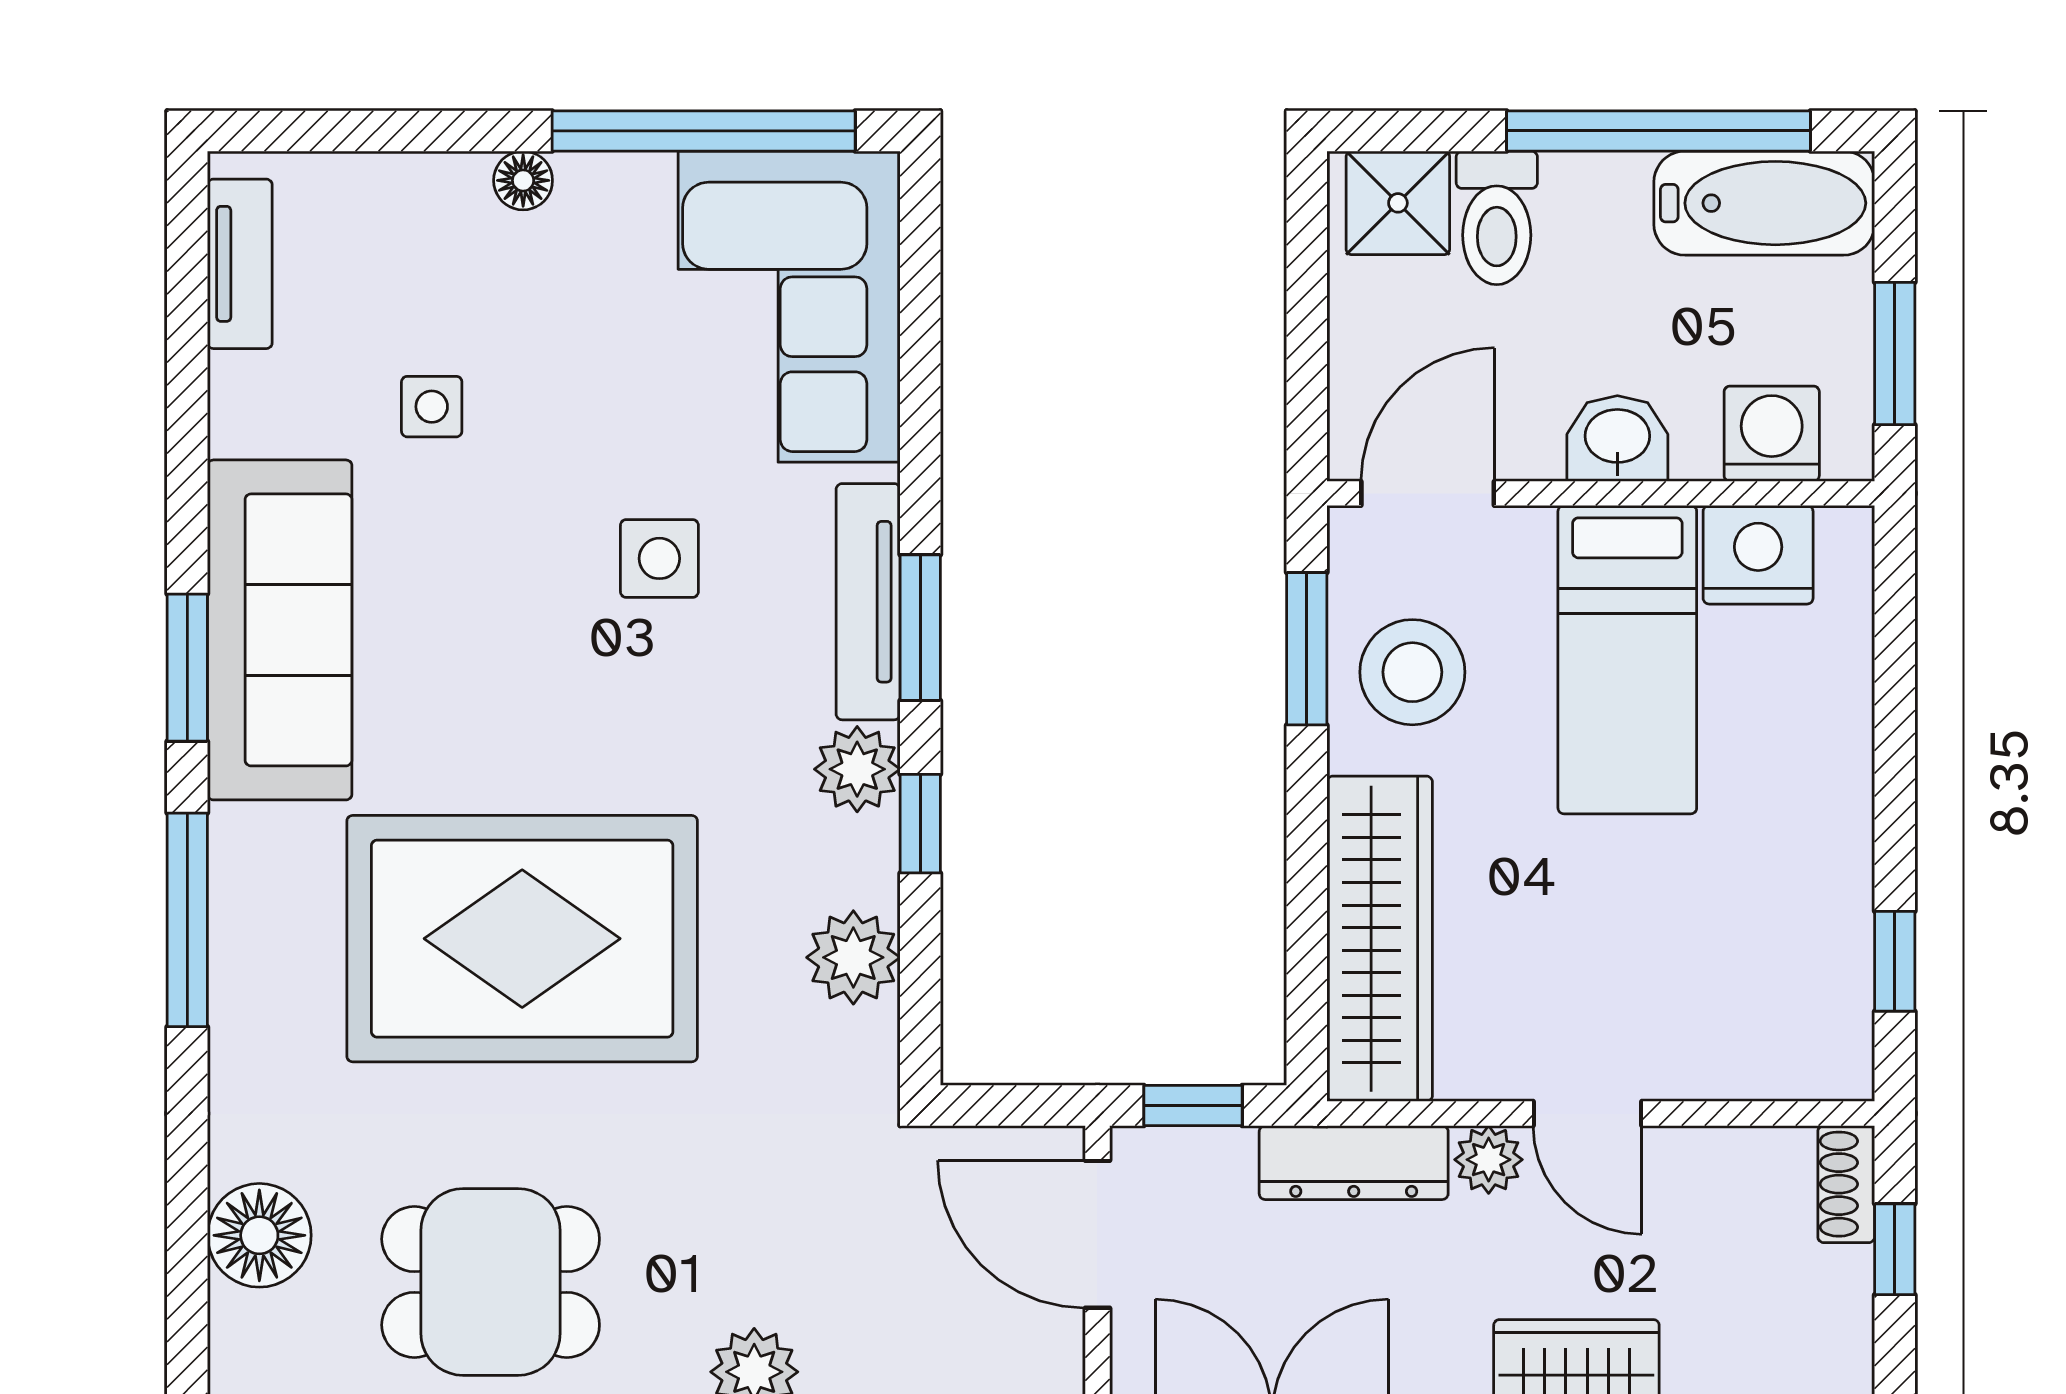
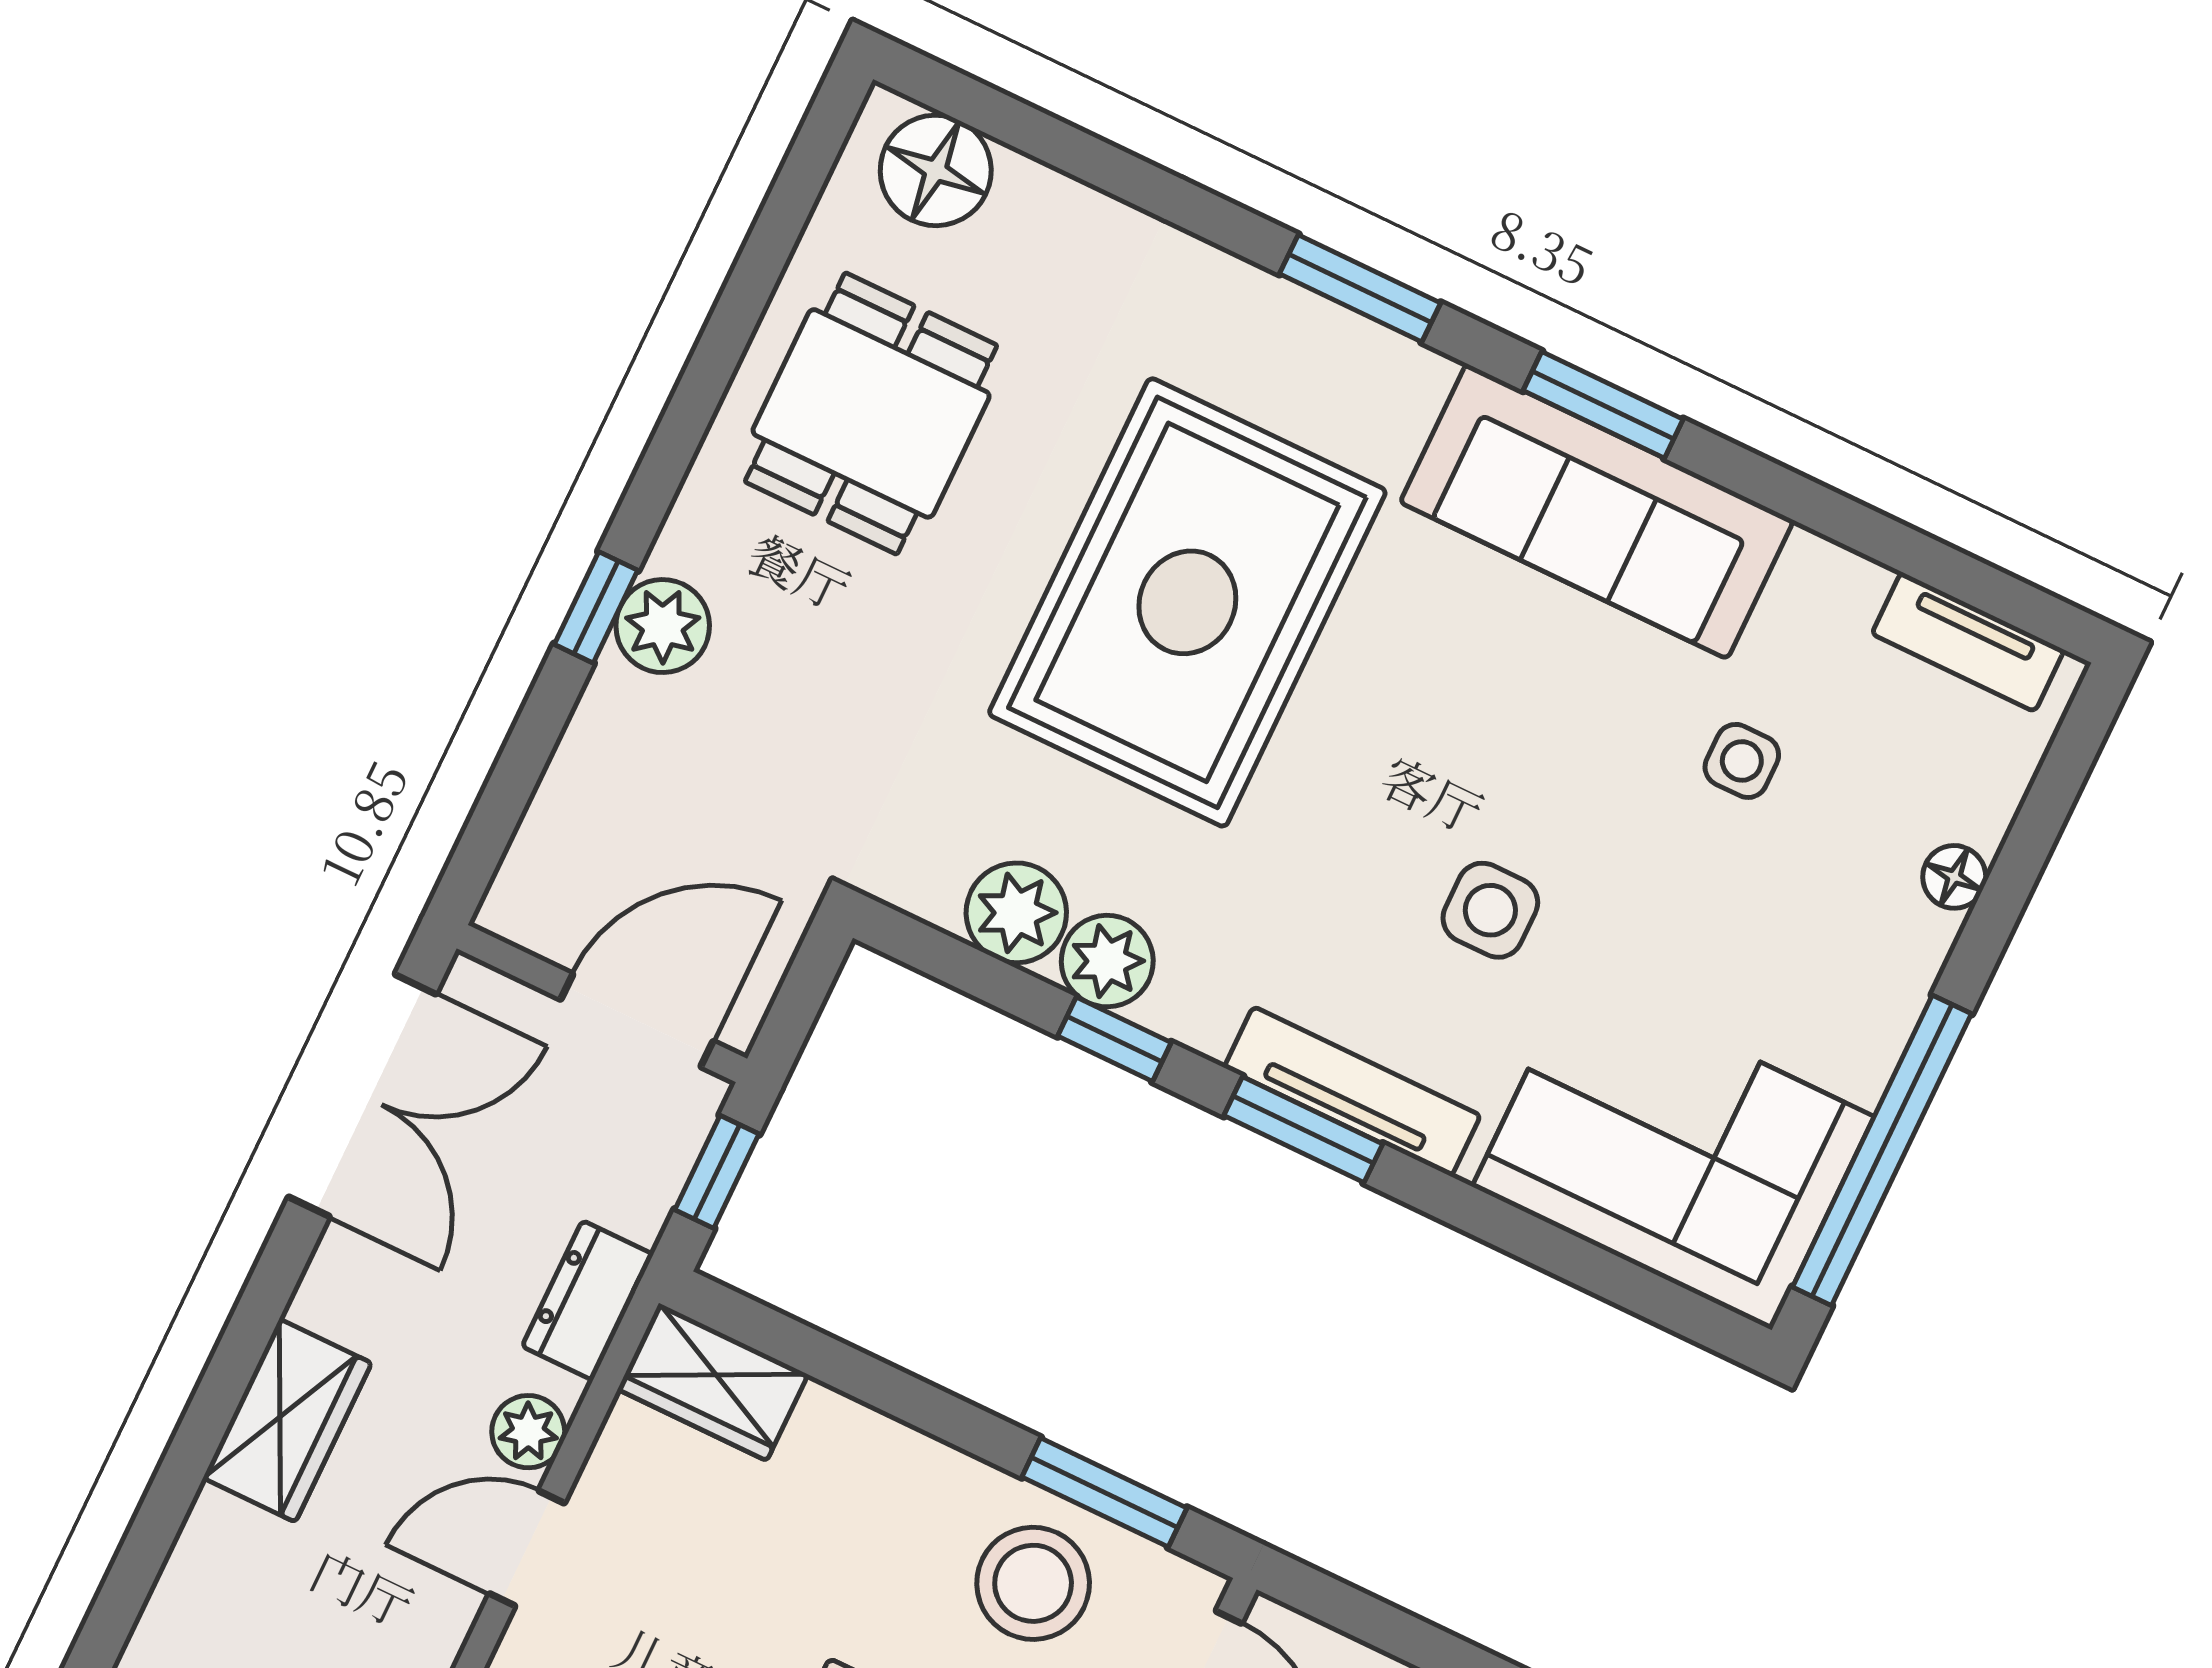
floor lamp: (523, 180) -> (1954, 877), moved
plant: (857, 769) -> (1107, 961), moved
window: (187, 920) -> (1360, 288), width x0.69
wardrobe: (1380, 939) -> (713, 1382), width x0.48, depth x0.85
dresser: (1354, 1163) -> (588, 1300), width x0.70
floor lamp: (259, 1235) -> (936, 170), moved

